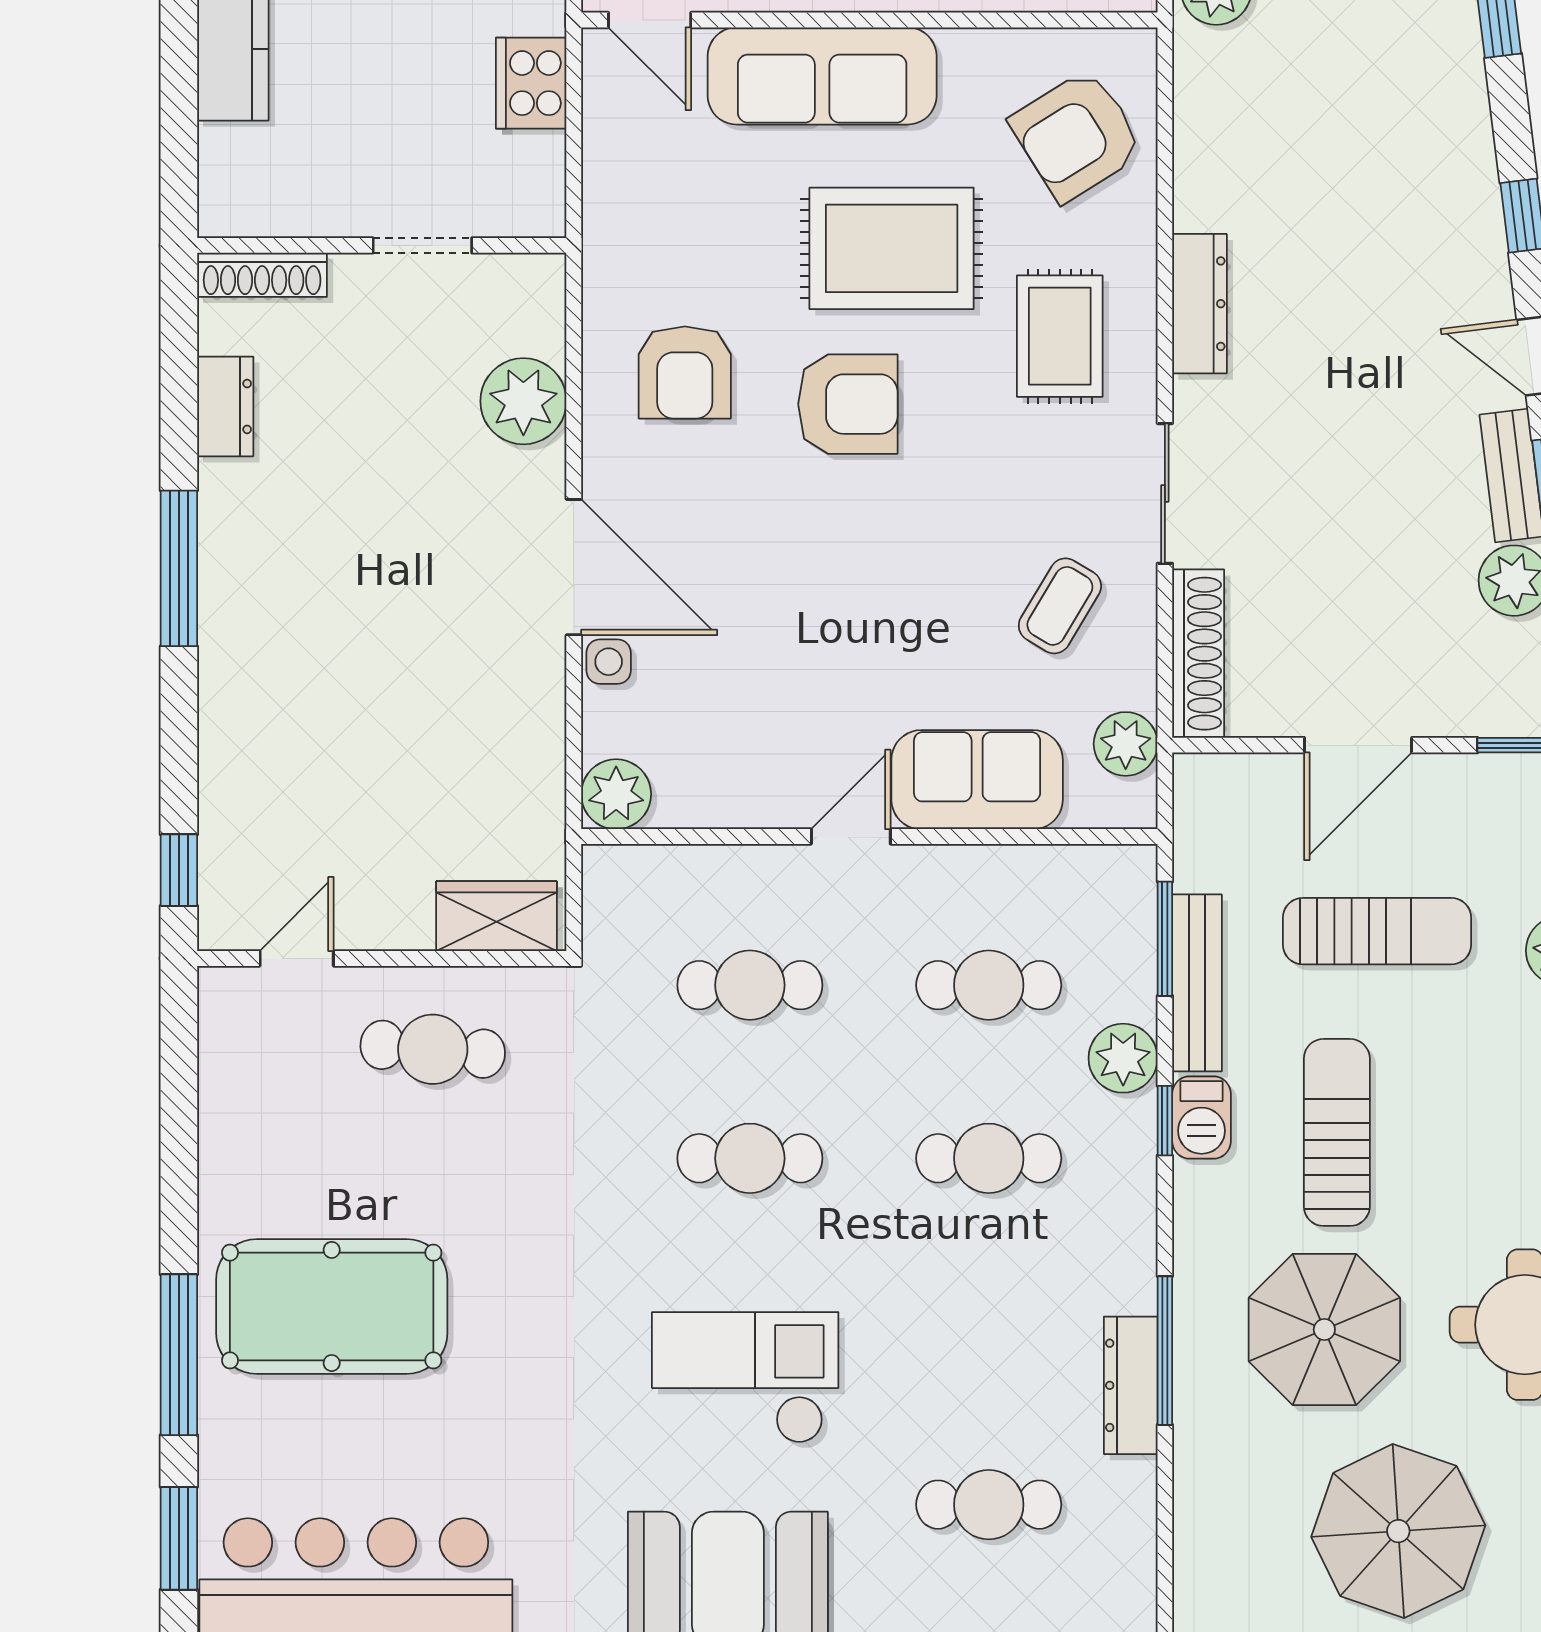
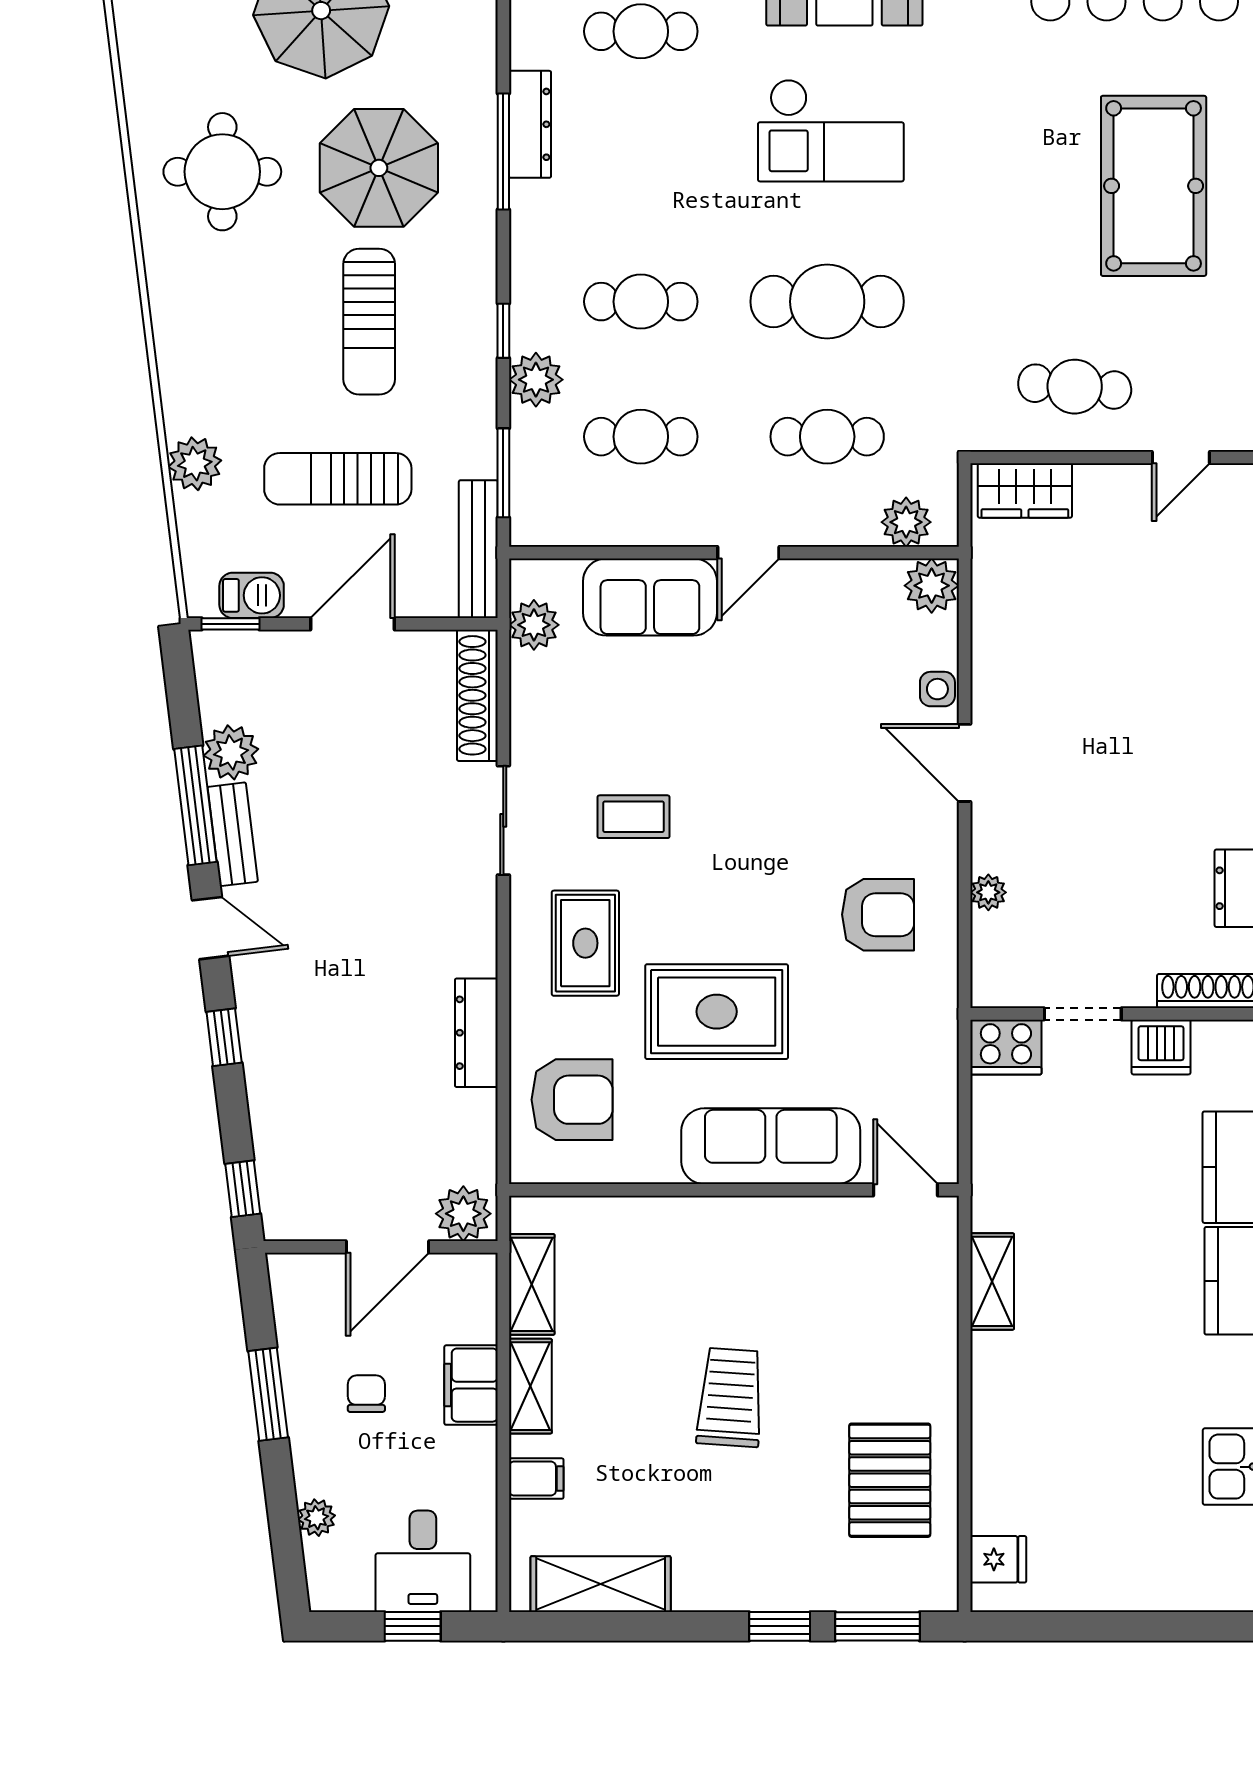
cooker: (531, 83) -> (1006, 1047), moved, turned 90
armchair: (1077, 135) -> (572, 1100), turned 32
dishwasher: (322, 203) -> (1161, 1047), added
dresser: (1199, 304) -> (476, 1033), moved
armchair: (685, 373) -> (878, 915), turned 90
plant: (523, 401) -> (988, 892), width x0.53, depth x0.53
armchair: (848, 404) -> (751, 890), removed
door: (574, 567) -> (965, 763), width x0.73
coffee table: (1060, 606) -> (634, 817), moved, turned 59
plant: (649, 876) -> (906, 522), added
bench: (1197, 983) -> (478, 549), moved
barbecue: (1201, 1117) -> (252, 595), moved, turned 90
cafe table: (750, 1158) -> (827, 302), width x1.37, depth x1.35
pool table: (332, 1306) -> (1154, 186), turned 90

